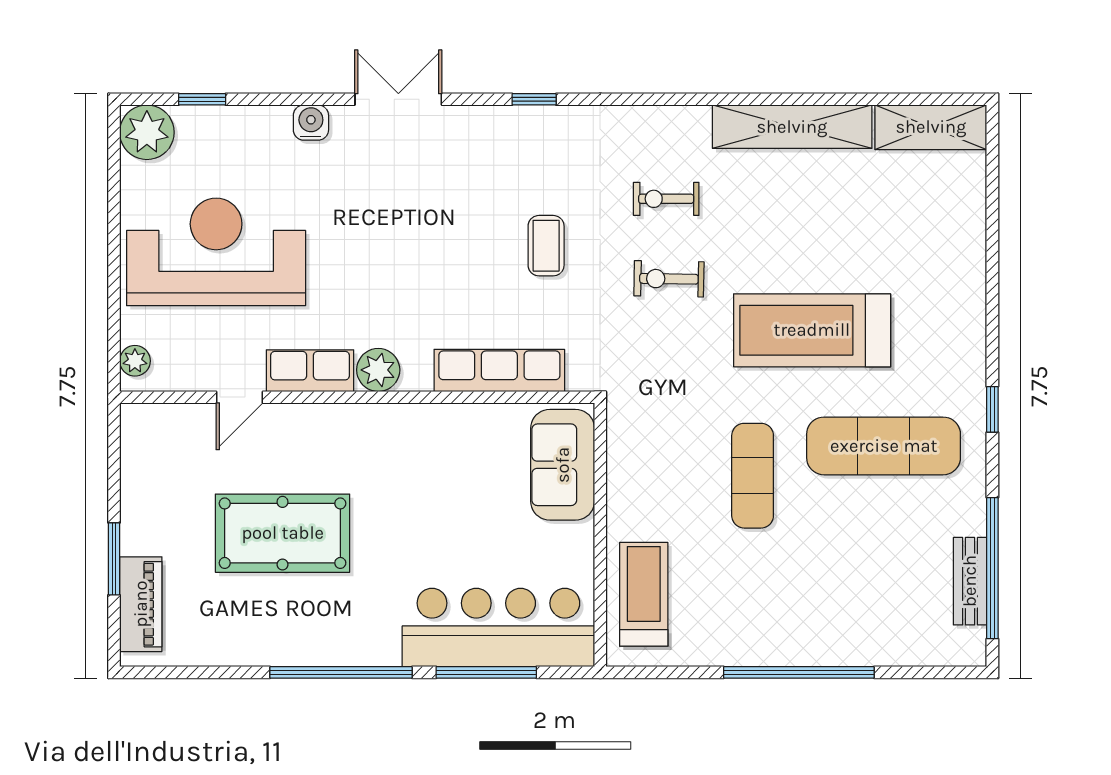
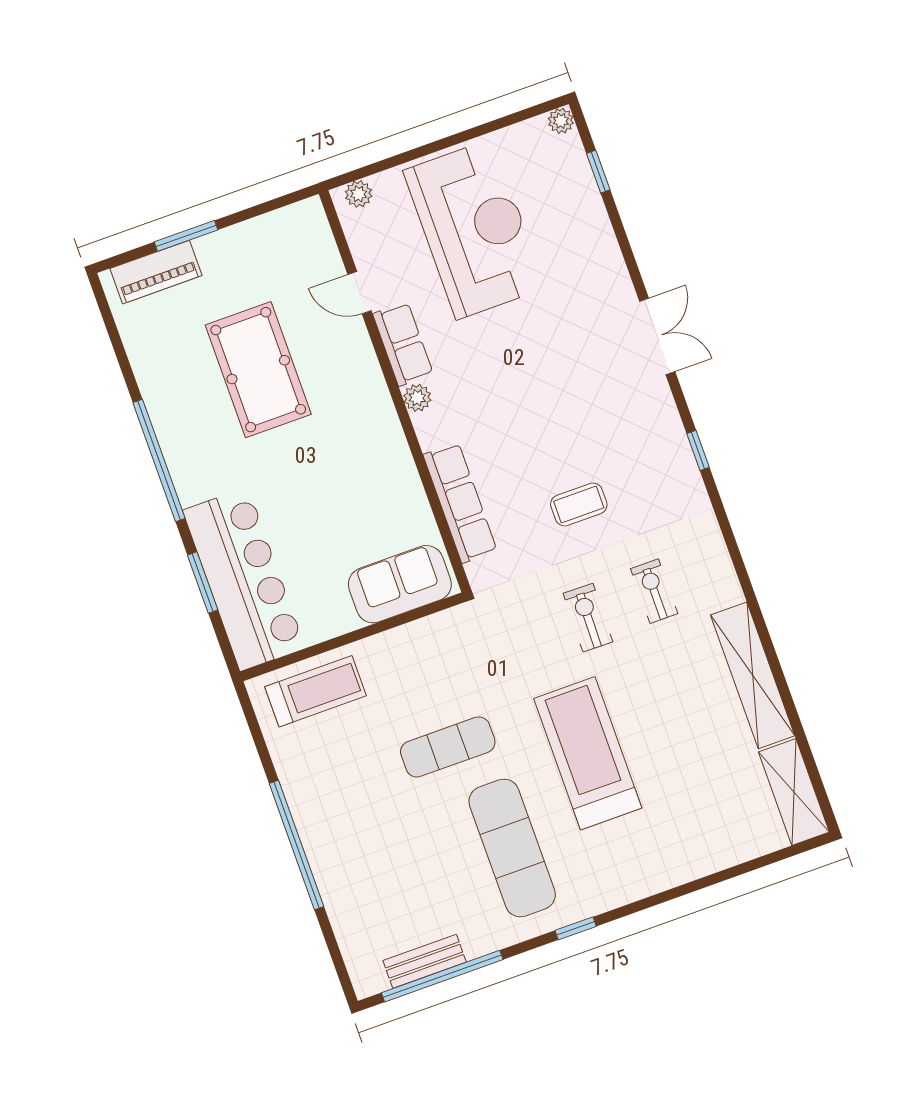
water cooler: (311, 123) -> (611, 270), removed
plant: (147, 132) -> (561, 121), width x0.53, depth x0.53
plant: (378, 370) -> (417, 398), width x0.73, depth x0.73
window: (486, 672) -> (203, 583), width x0.69

